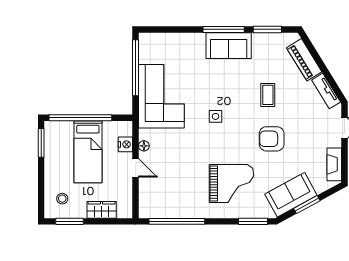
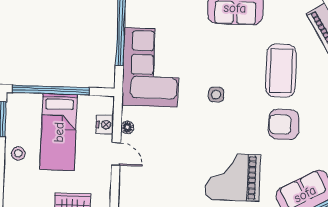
coffee table: (268, 95) -> (281, 71), width x1.86, depth x1.72
grand piano: (231, 183) -> (233, 177), turned 180
stool: (62, 199) -> (18, 153), moved

